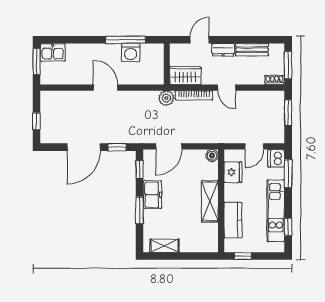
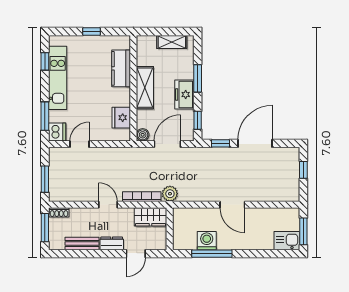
boiler: (212, 155) -> (143, 135), moved
fridge: (233, 172) -> (121, 118), moved
shelving: (210, 201) -> (145, 88), moved
wall: (221, 201) -> (133, 88), moved
kitchen counter: (233, 220) -> (121, 68), moved

